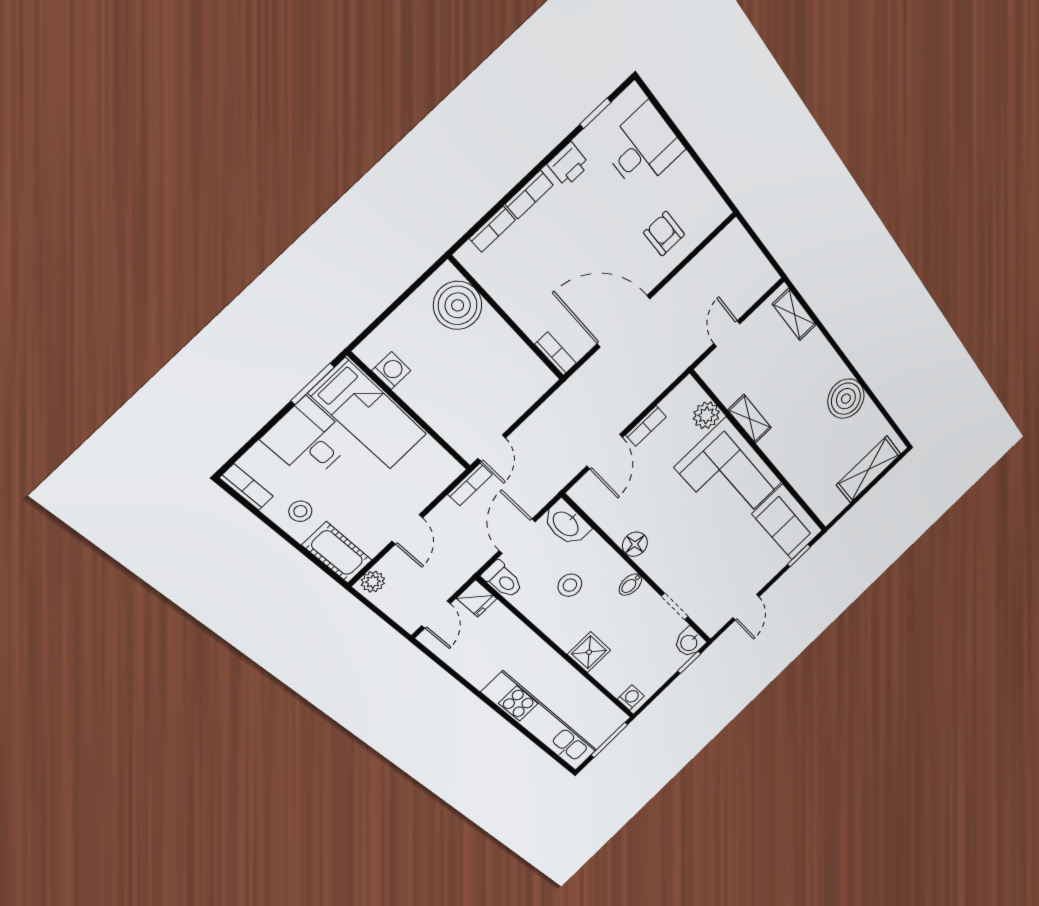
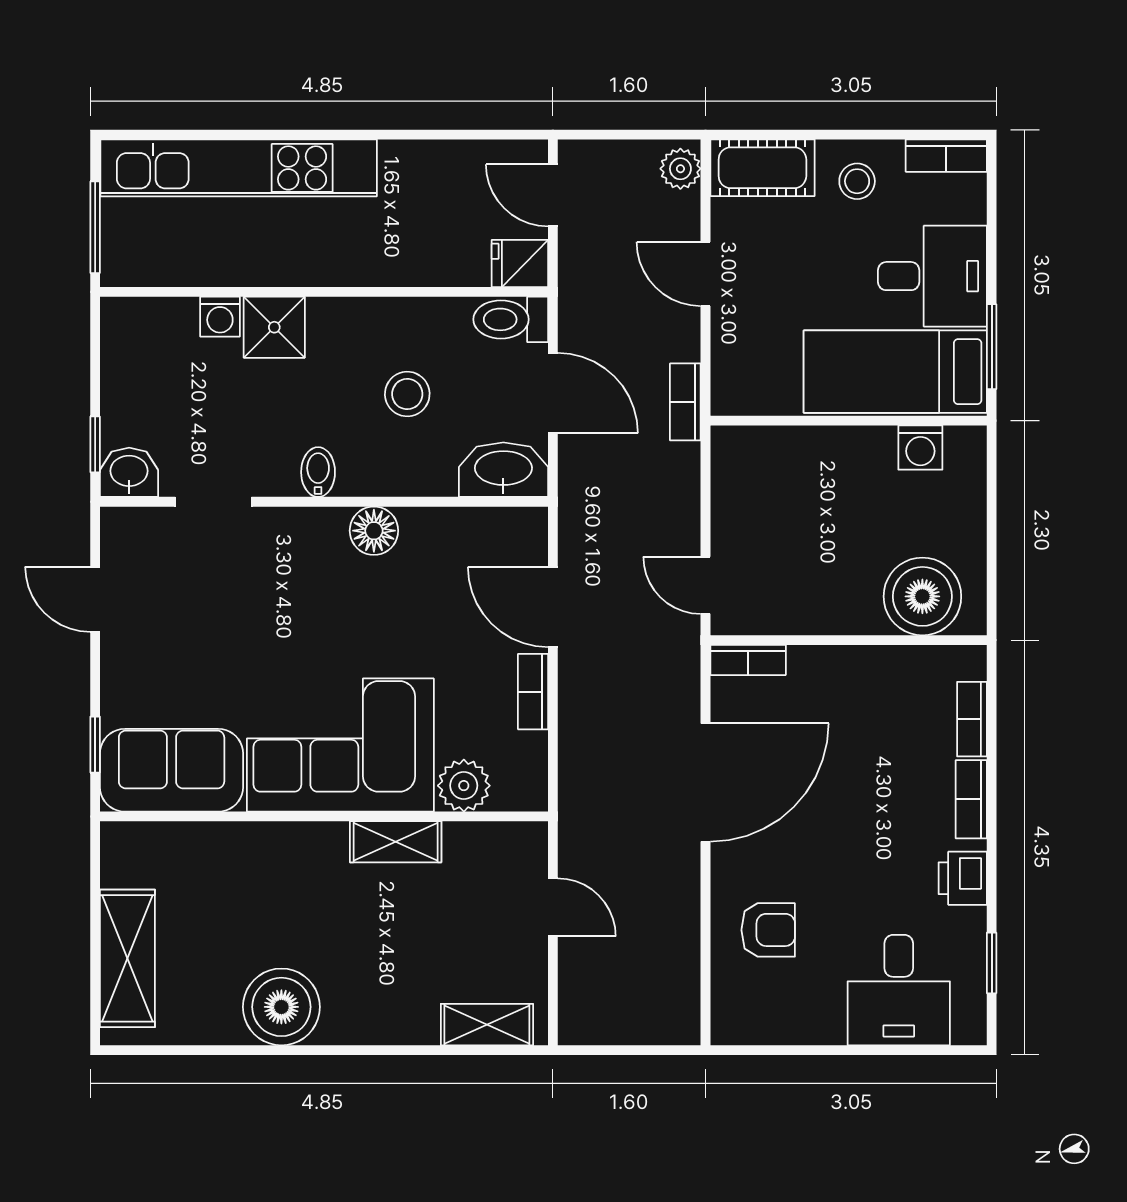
door: (492, 448) -> (705, 585), moved
washing machine: (631, 698) -> (220, 317), moved

